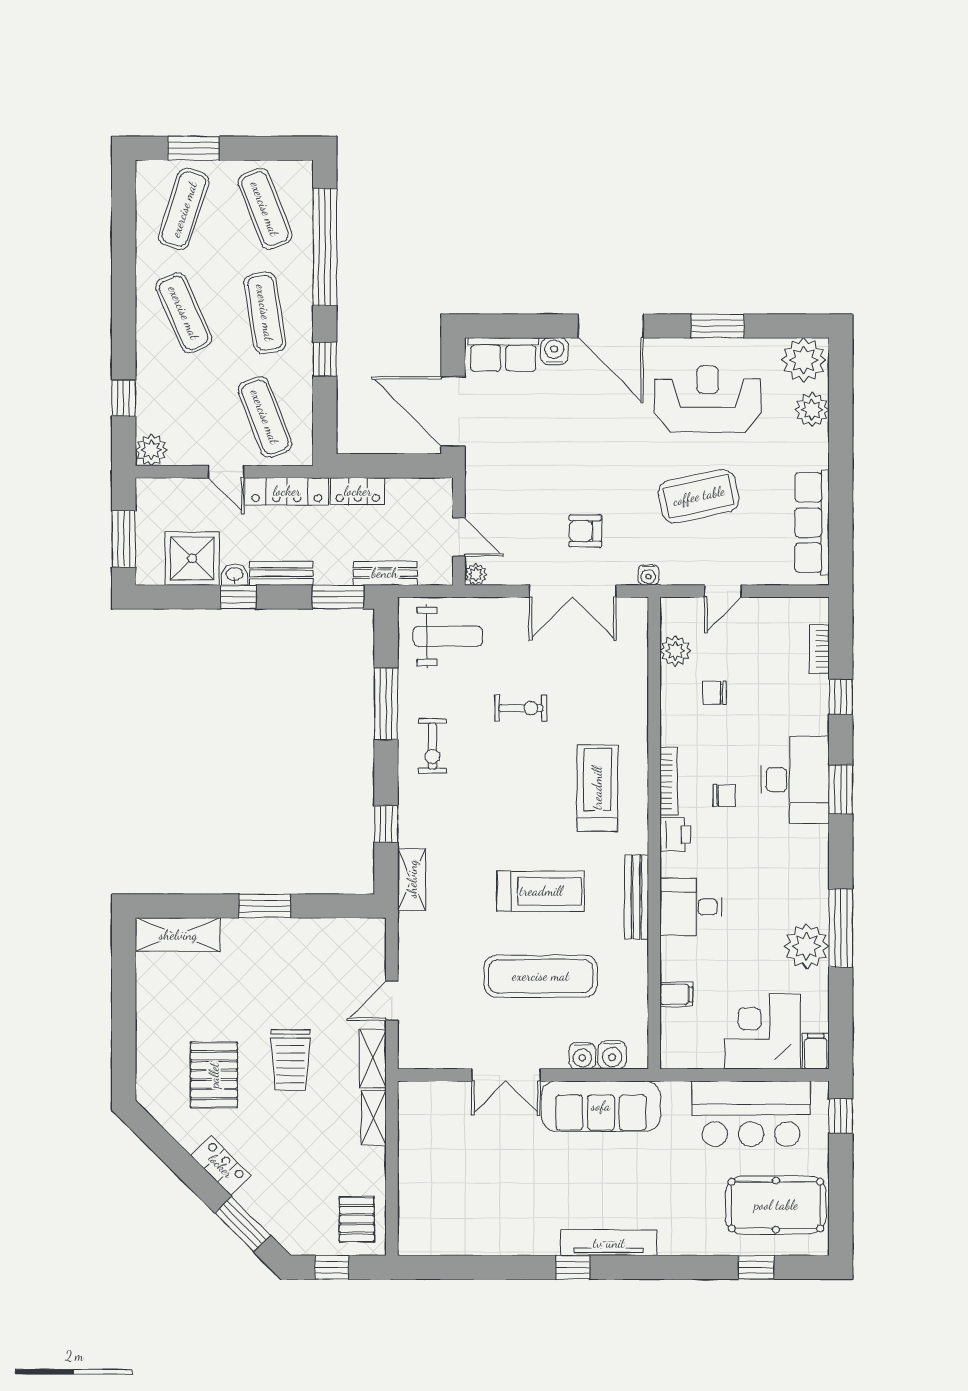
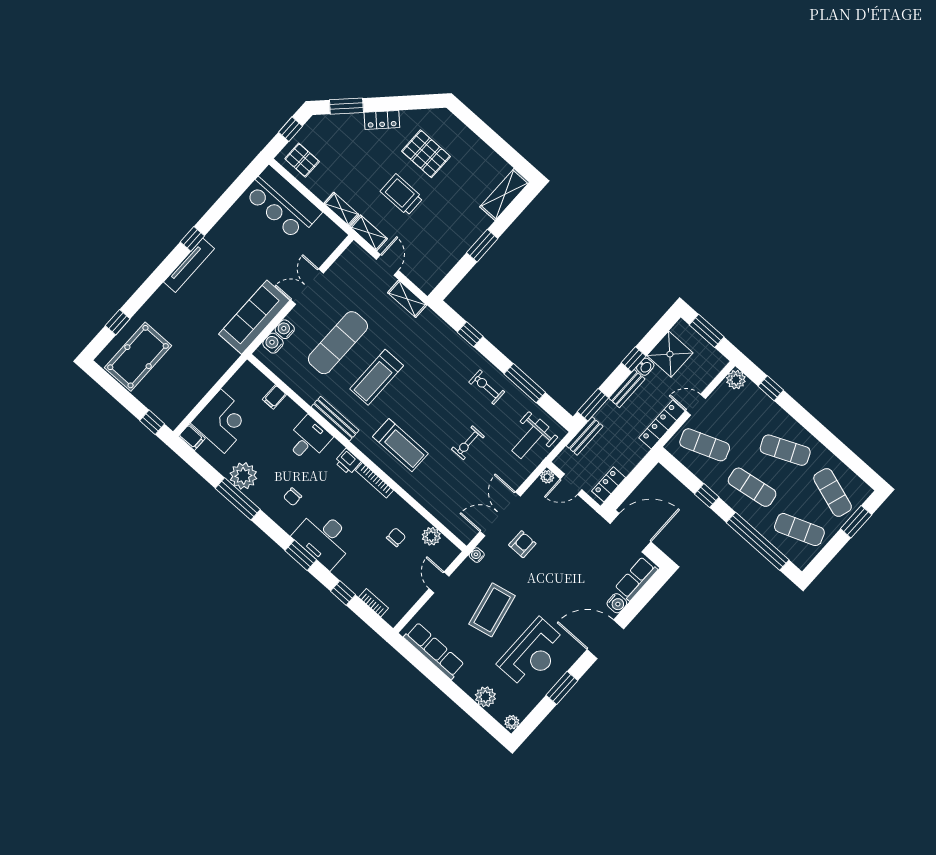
plant: (804, 360) -> (512, 722), width x0.53, depth x0.53
locker: (358, 491) -> (609, 484), moved
chair: (724, 796) -> (293, 497), moved
shelving: (412, 879) -> (407, 299), moved
bar counter: (751, 1114) -> (282, 203), moved, turned -90

